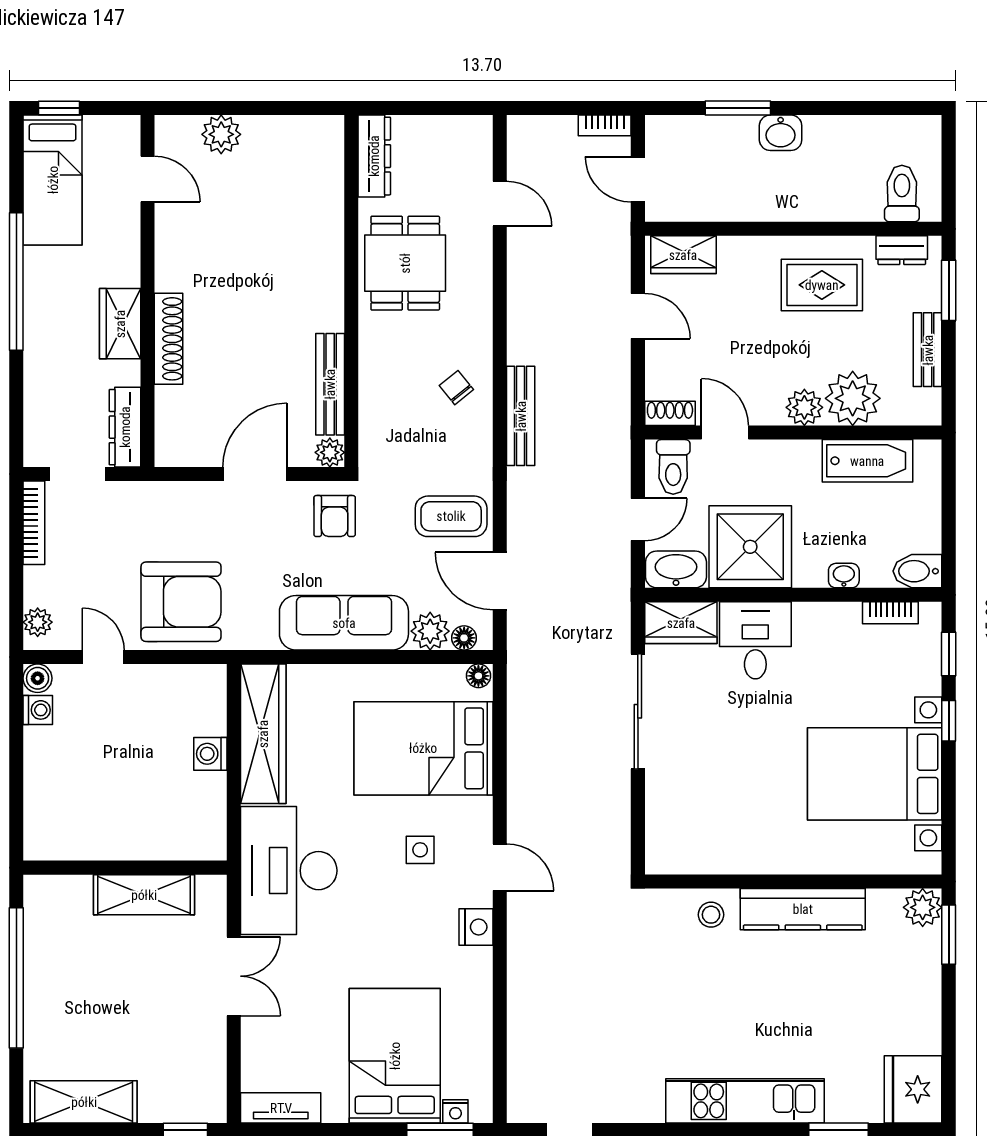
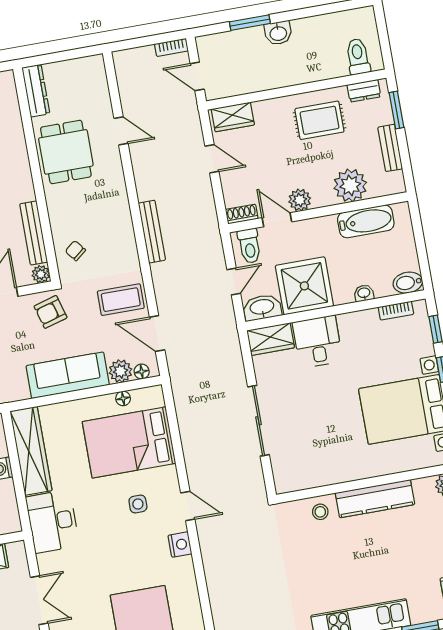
door: (500, 204) -> (121, 131), moved
chair: (456, 388) -> (75, 251), moved
plant: (804, 407) -> (300, 200), moved
armchair: (335, 516) -> (51, 312), turned 74
floor lamp: (478, 676) -> (123, 398), moved
sliding door: (638, 711) -> (259, 421), moved
desk: (289, 871) -> (52, 521), width x0.73, depth x0.77

